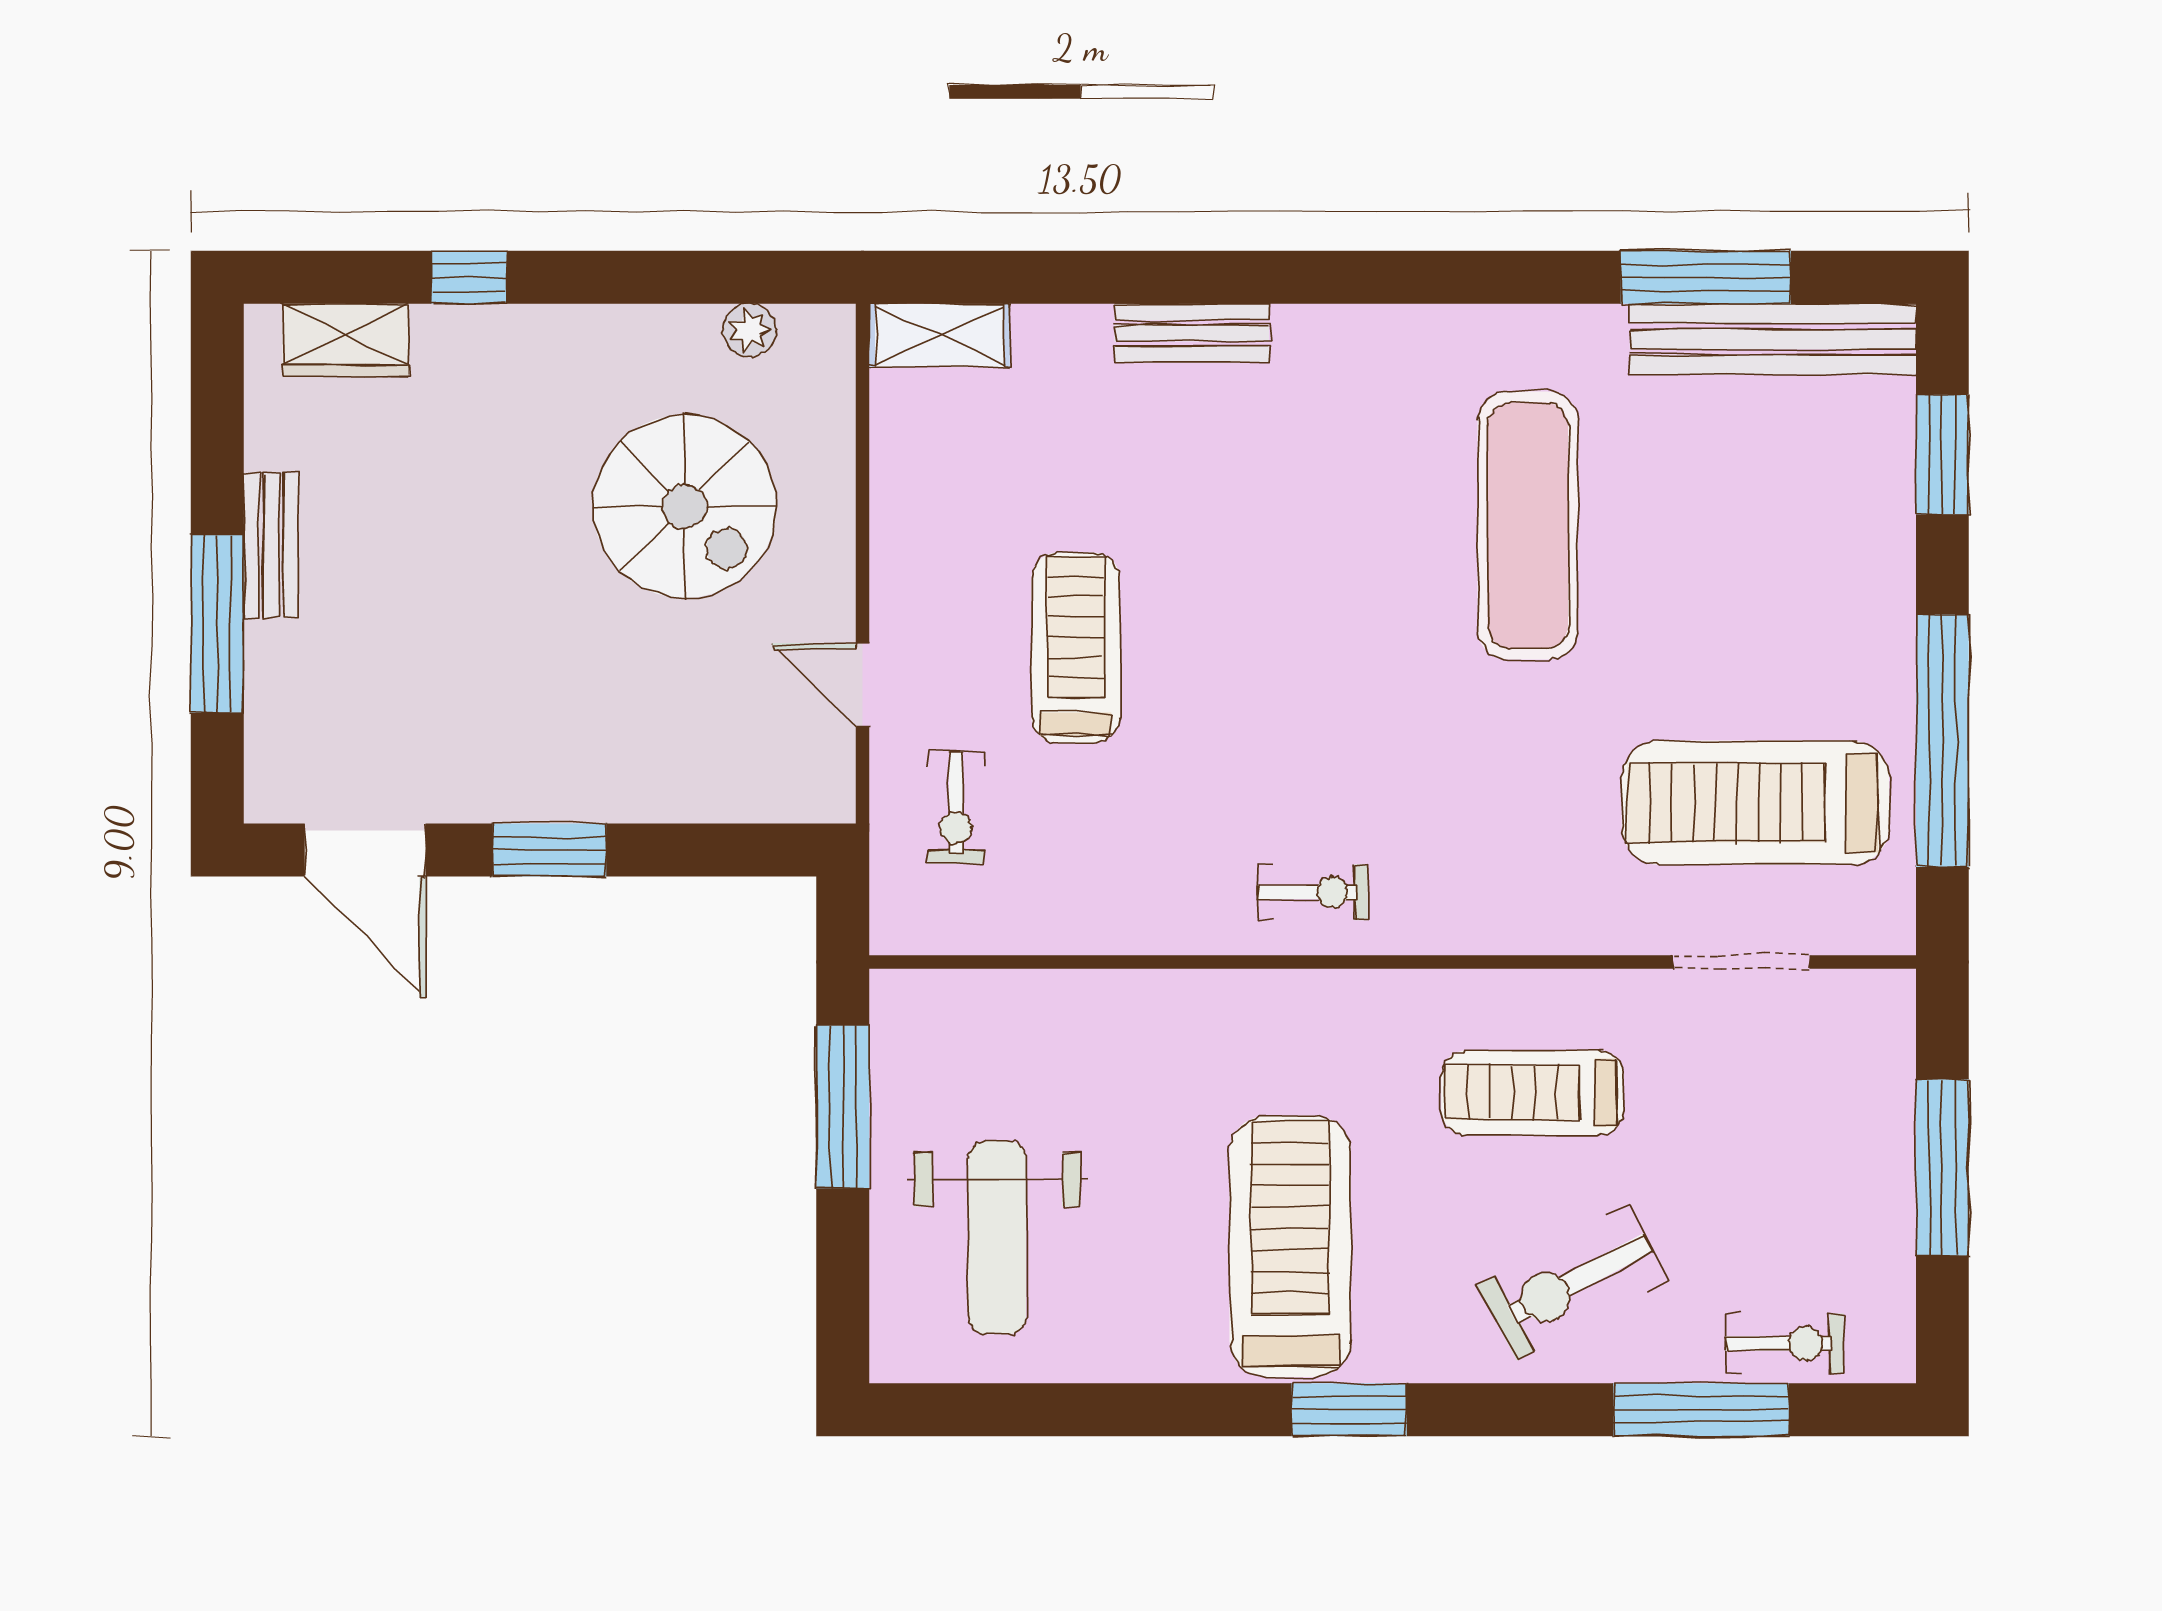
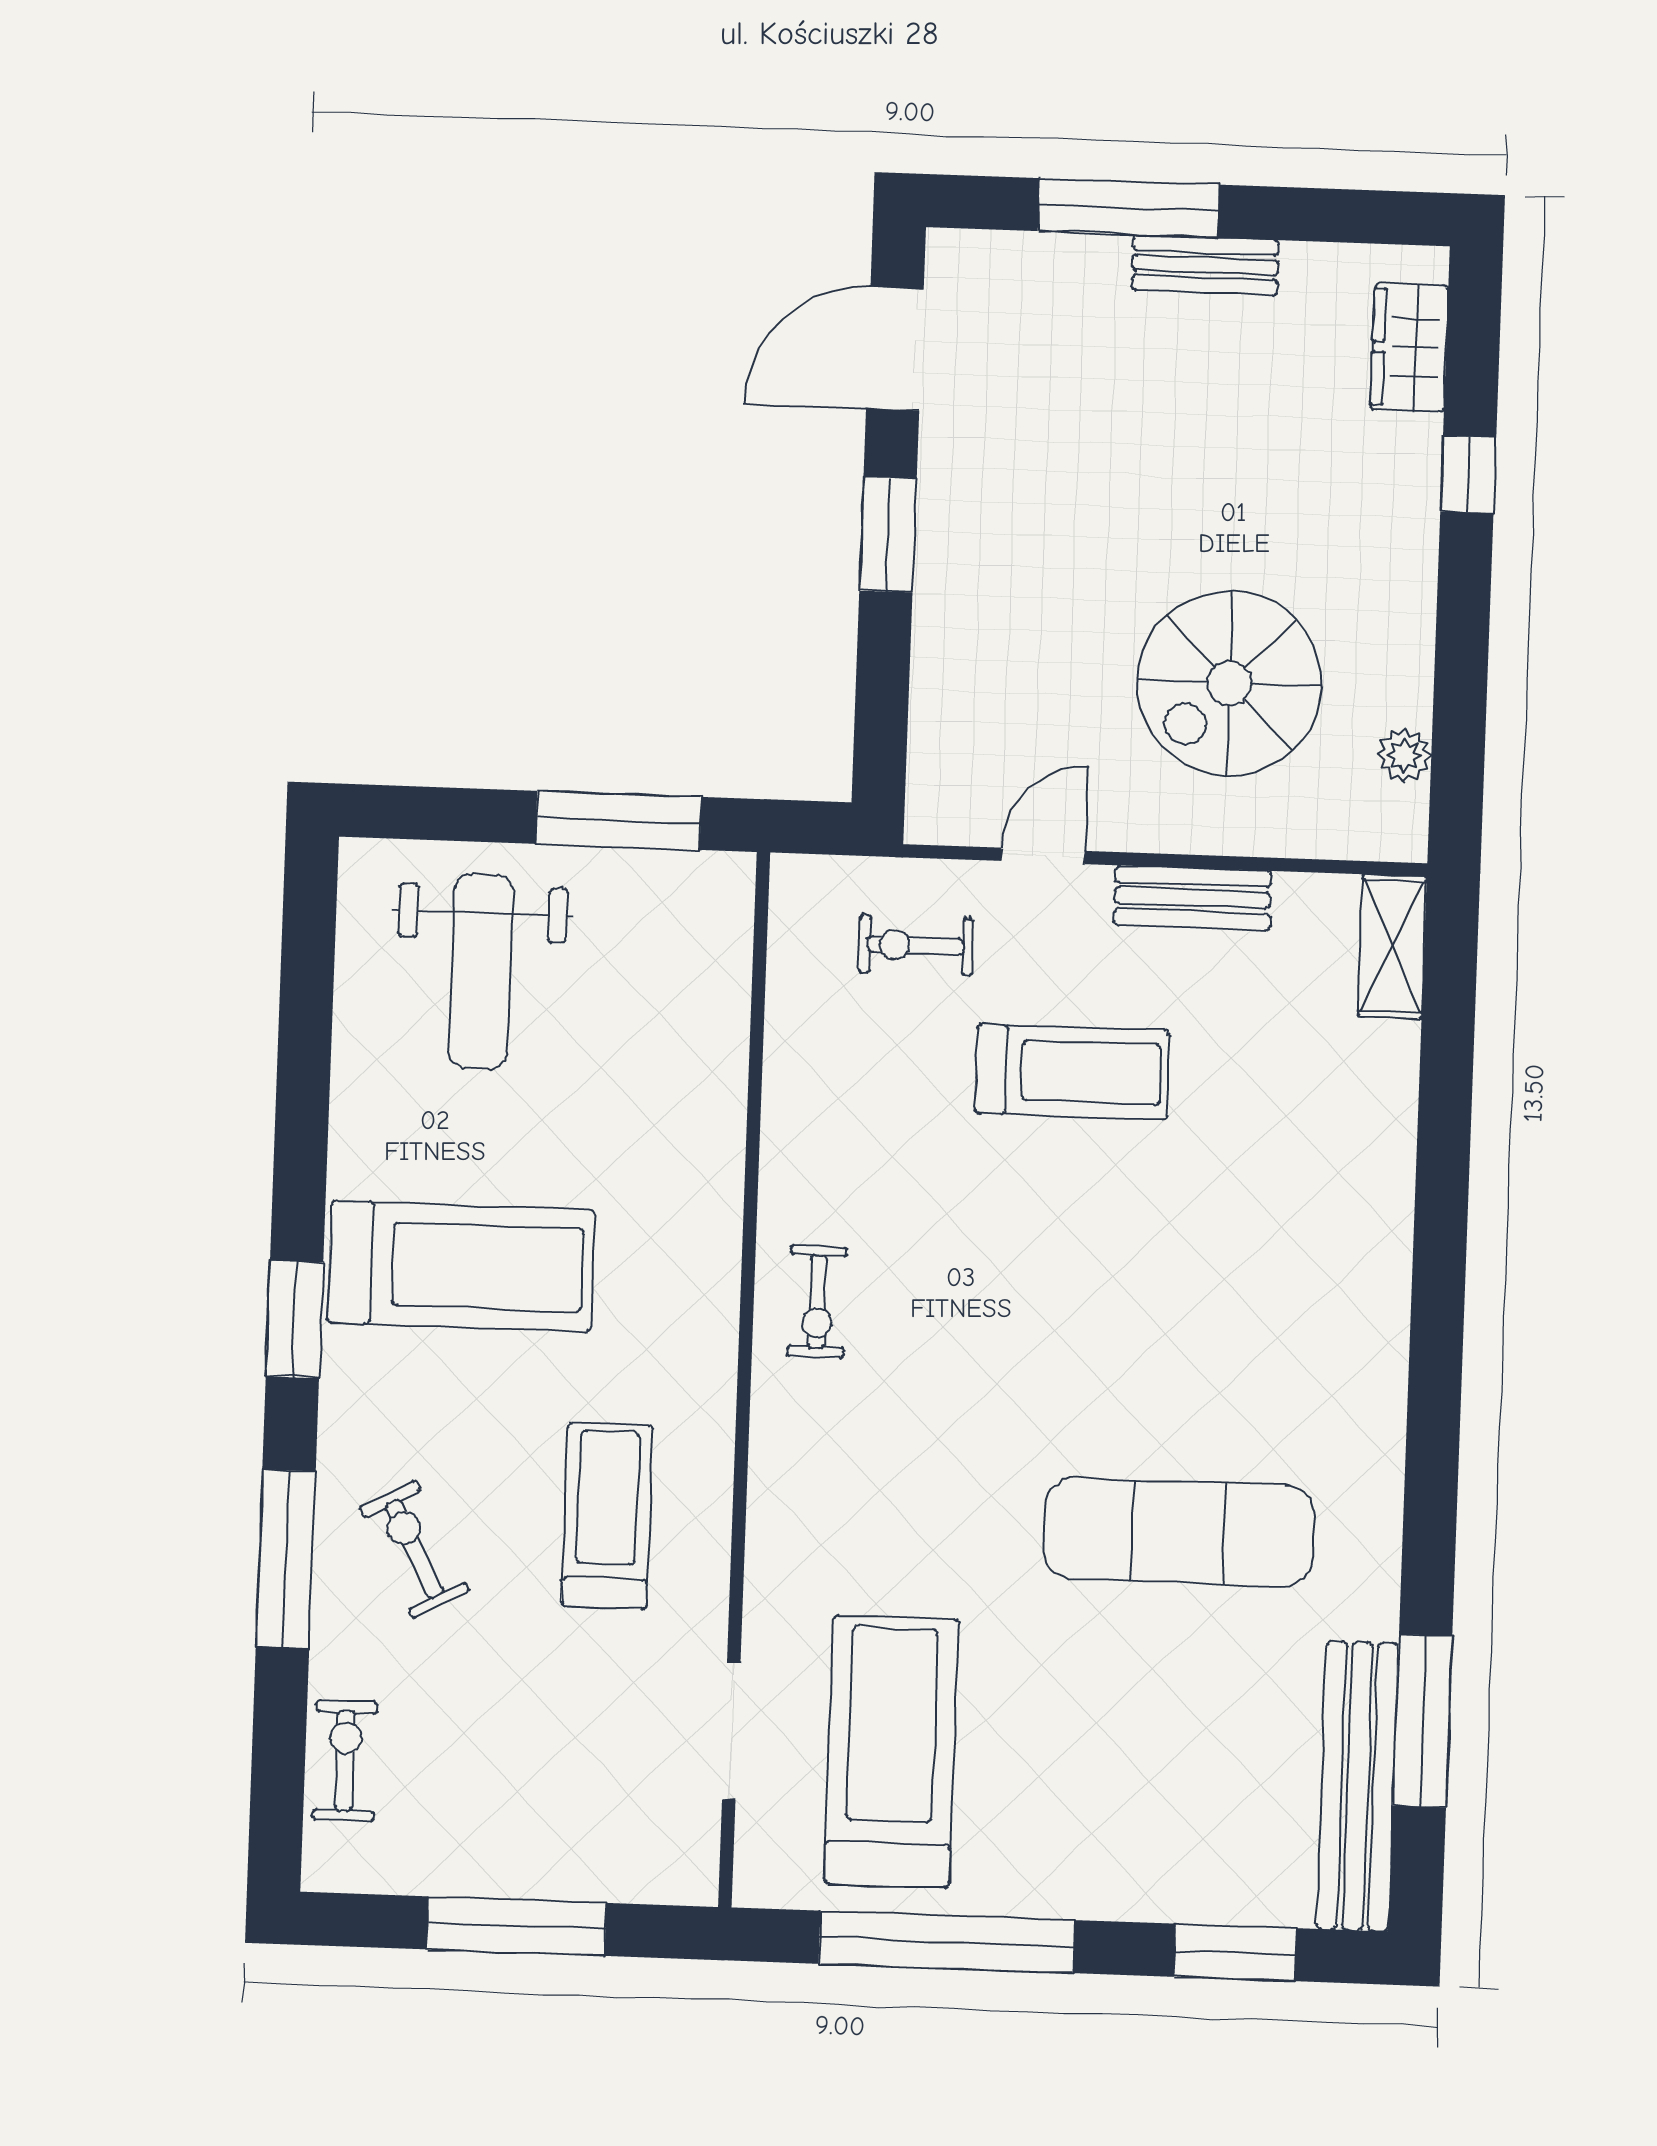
bench: (1192, 333) -> (1192, 898), moved, turned 90
weight bench: (997, 1238) -> (481, 971), turned -90
exercise bike: (1572, 1283) -> (414, 1549), width x0.73, depth x0.72
exercise bike: (1785, 1343) -> (345, 1761), turned 180
window: (1701, 1410) -> (286, 1559), moved

